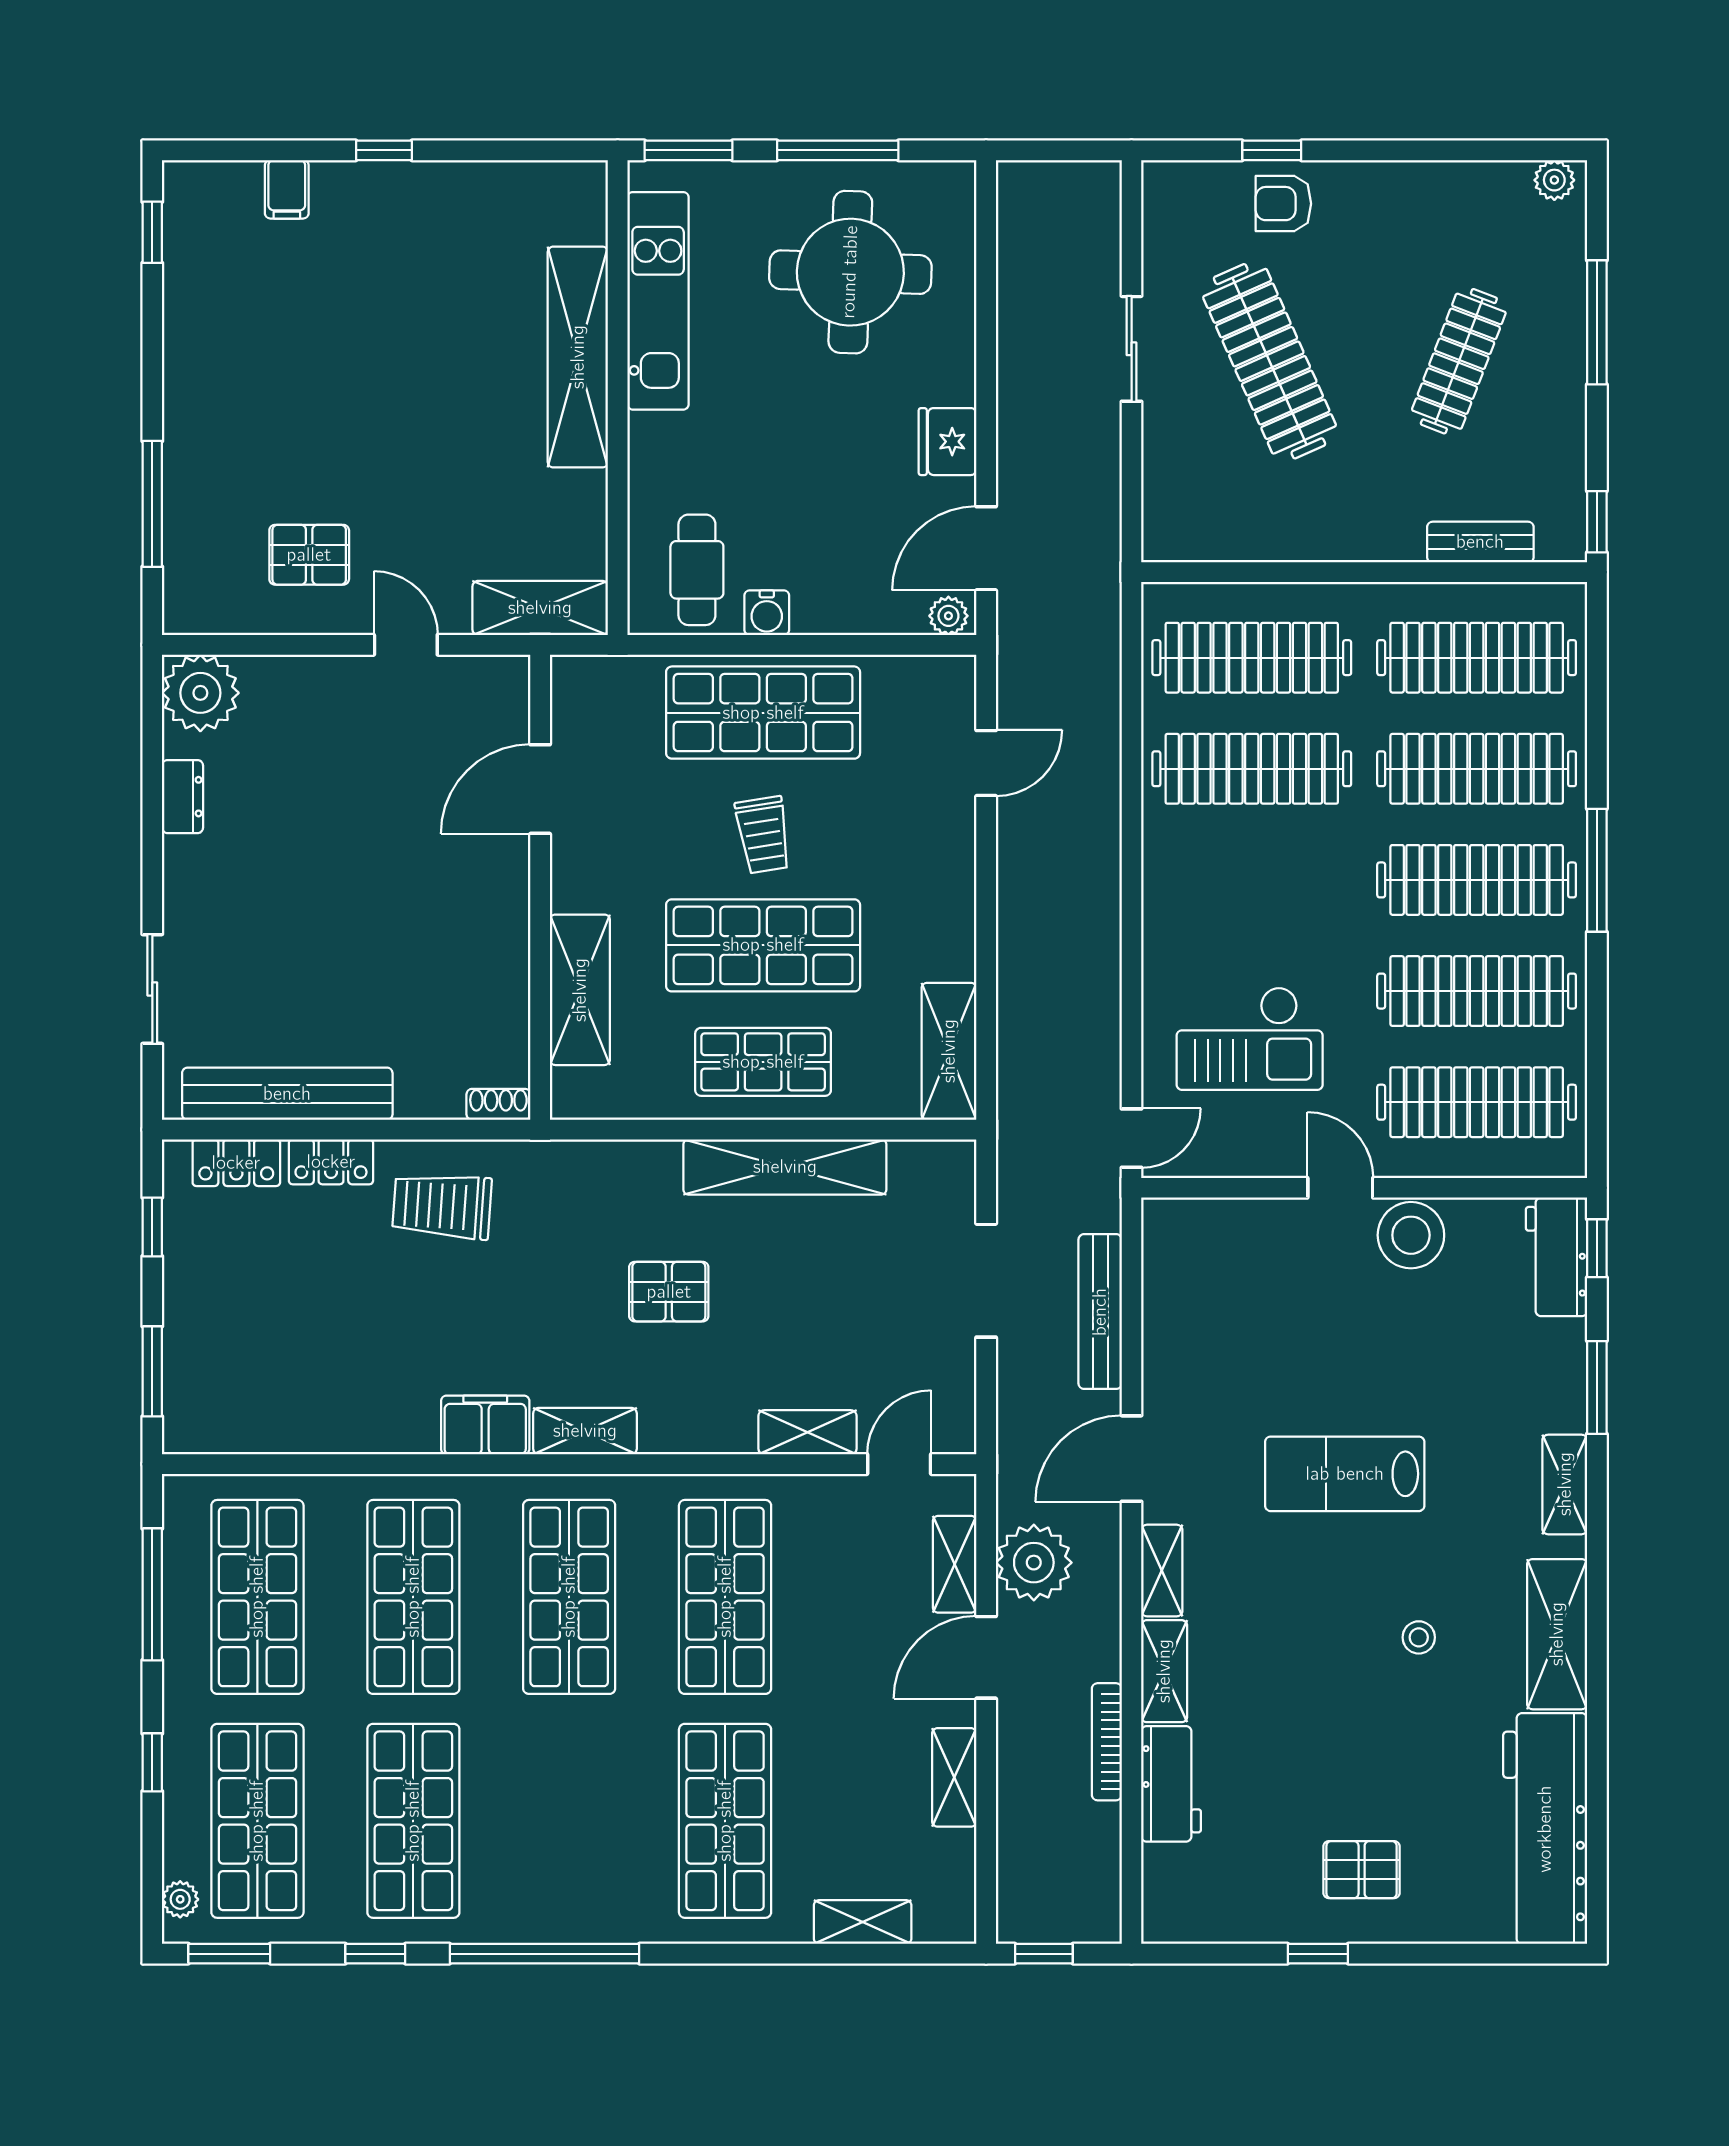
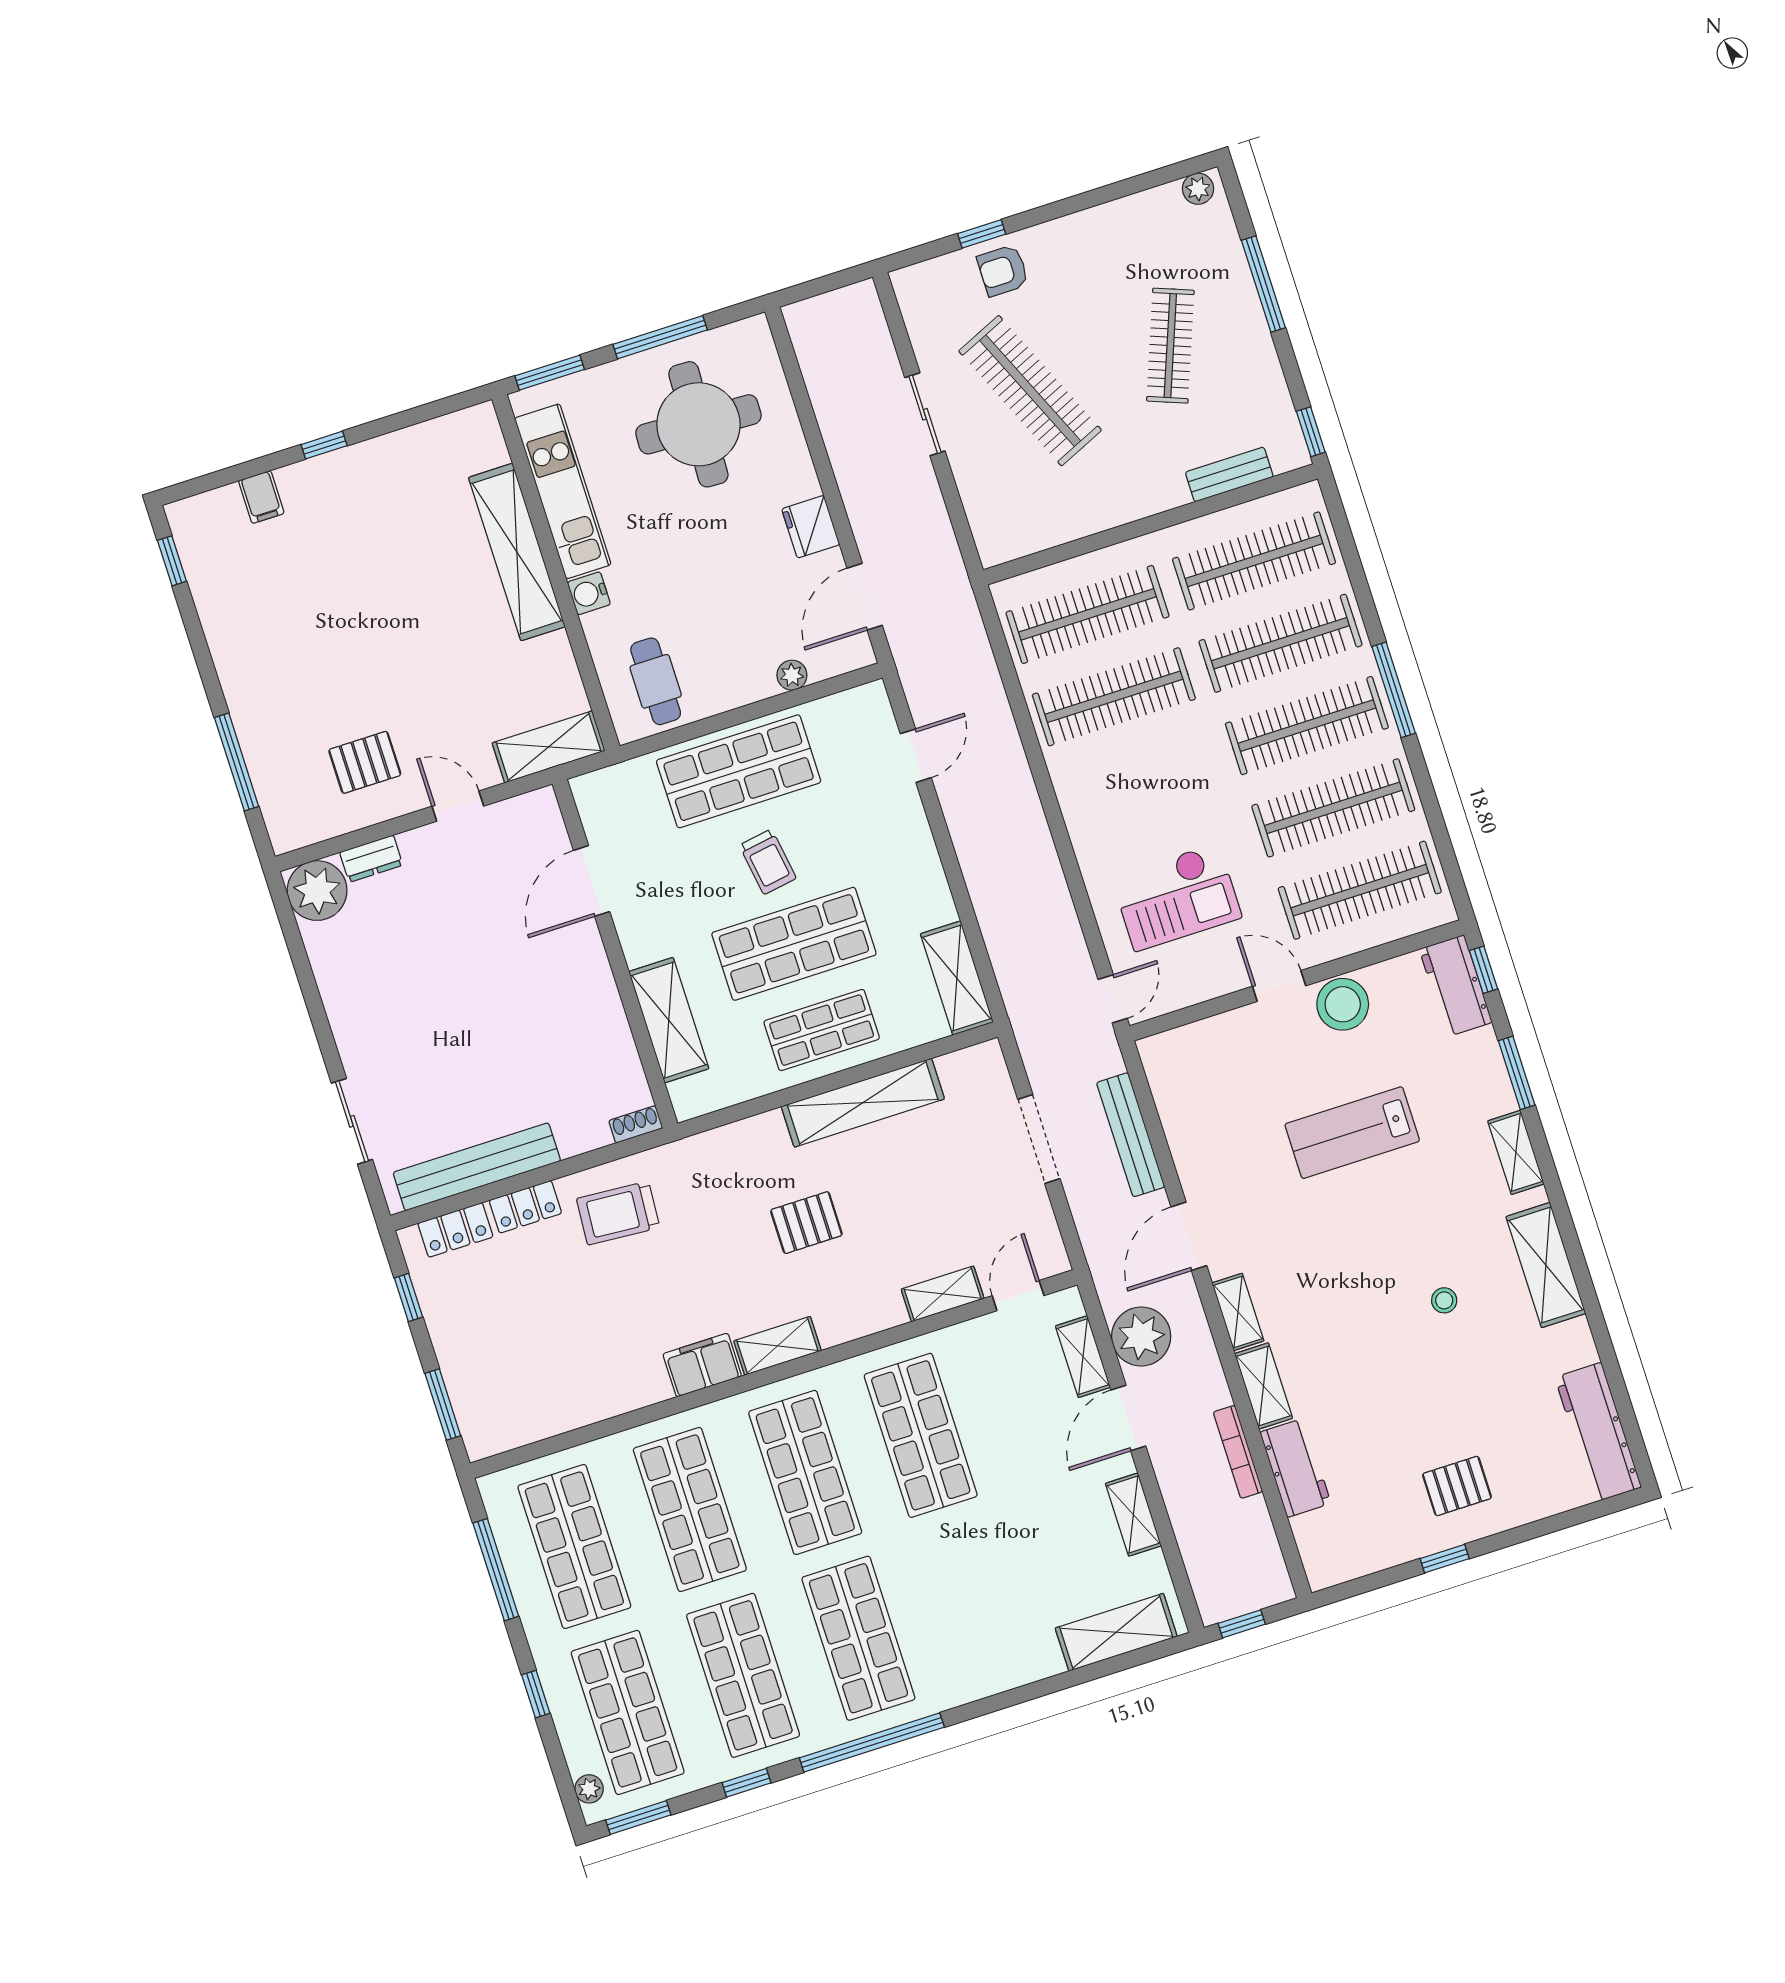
water cooler: (767, 613) -> (589, 593), moved, turned 90
plant: (948, 616) -> (792, 675), moved
dresser: (183, 797) -> (371, 859), moved, turned 90
lab bench: (1345, 1474) -> (1352, 1133), moved
shop shelf: (725, 1821) -> (858, 1638), moved
workbench: (1545, 1829) -> (1598, 1432), width x0.73, depth x0.76
shelving: (863, 1922) -> (1116, 1632), width x1.50, depth x1.33

